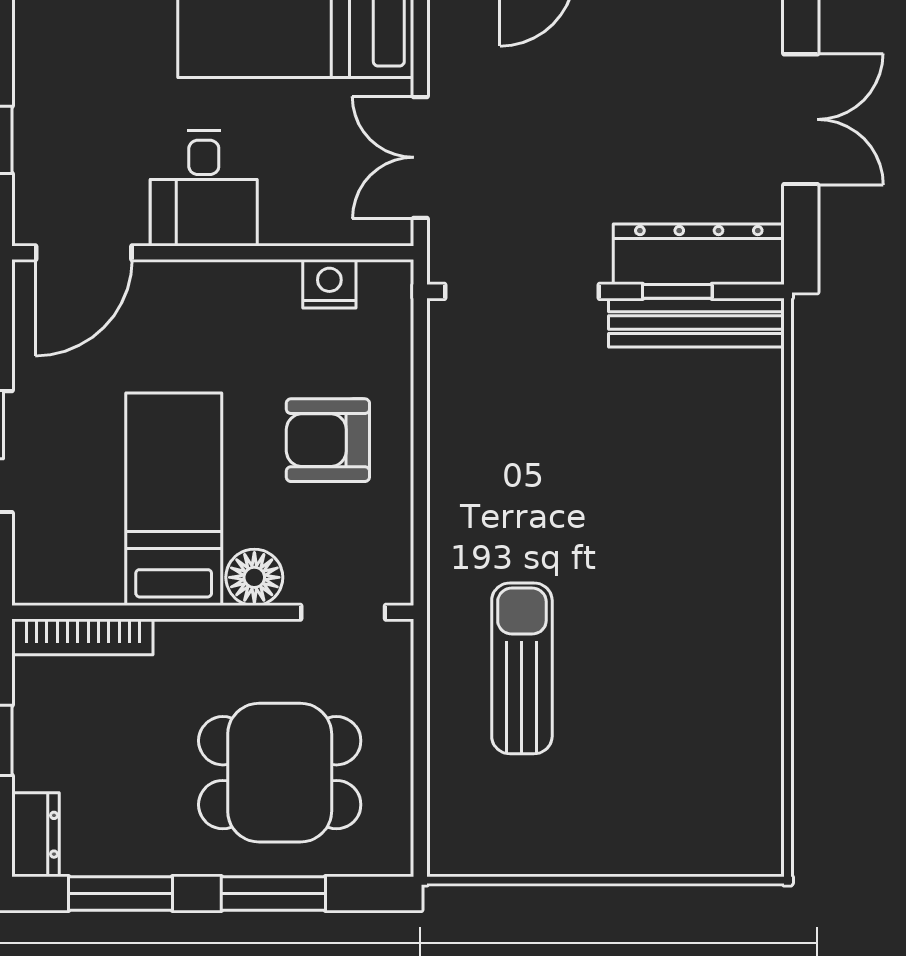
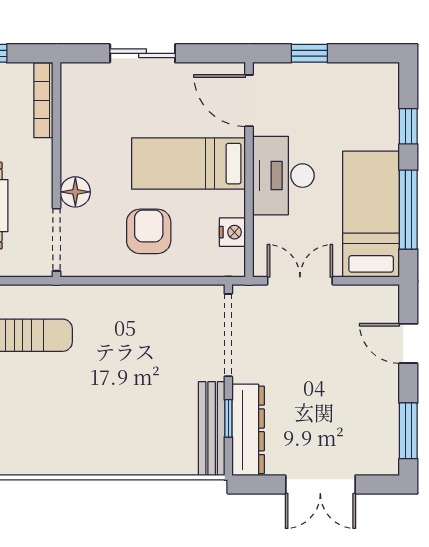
desk: (204, 188) -> (283, 176), width x1.37
bed: (174, 499) -> (189, 164), moved, turned 180
doorway: (343, 612) -> (57, 240), width x1.38

